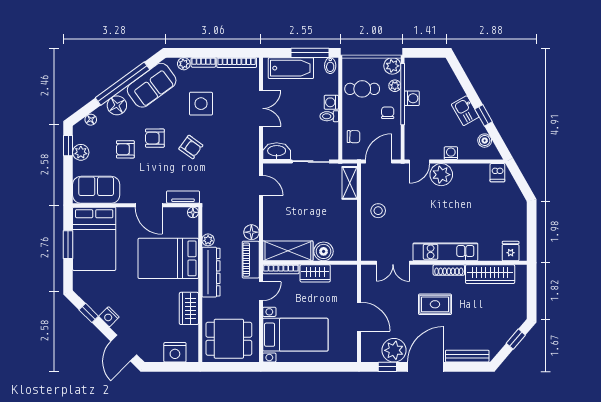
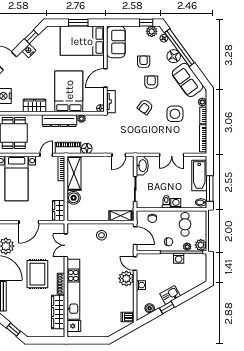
window: (122, 84) -> (180, 48), moved
plant: (81, 152) -> (152, 31), moved
kitchen unit: (445, 252) -> (73, 289), width x1.36
wardrobe: (315, 273) -> (59, 211), moved
door: (261, 291) -> (46, 155), swing flipped
rug: (435, 304) -> (37, 274), width x1.36, depth x1.43

